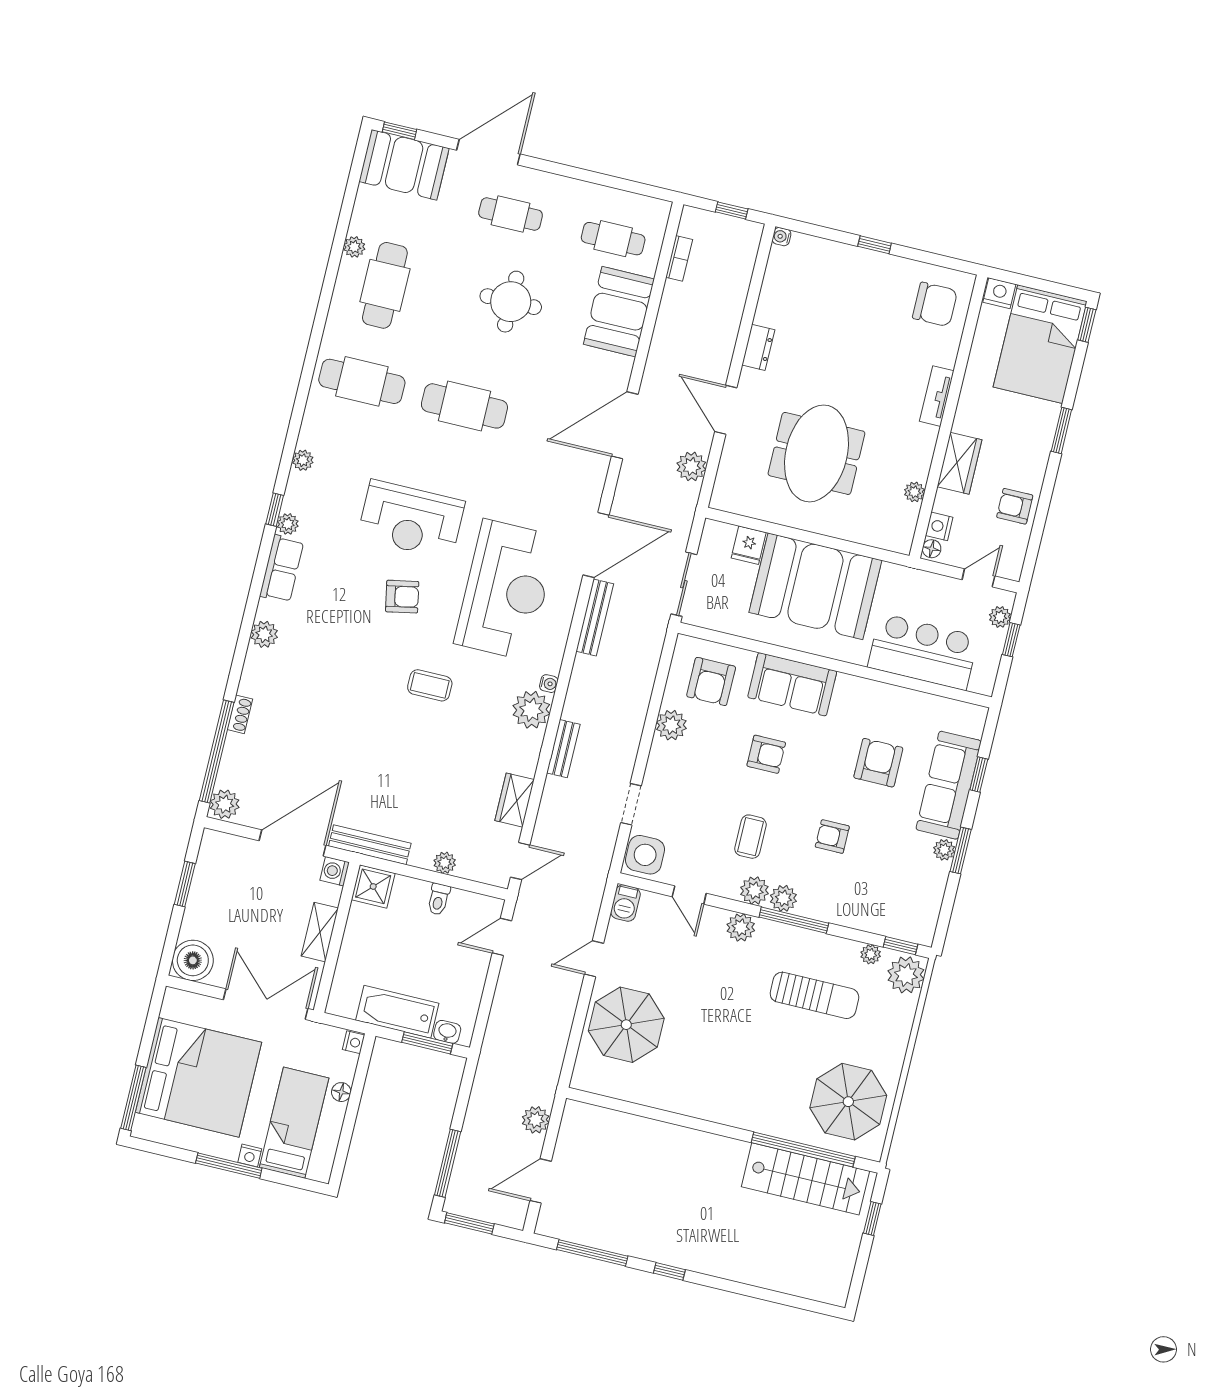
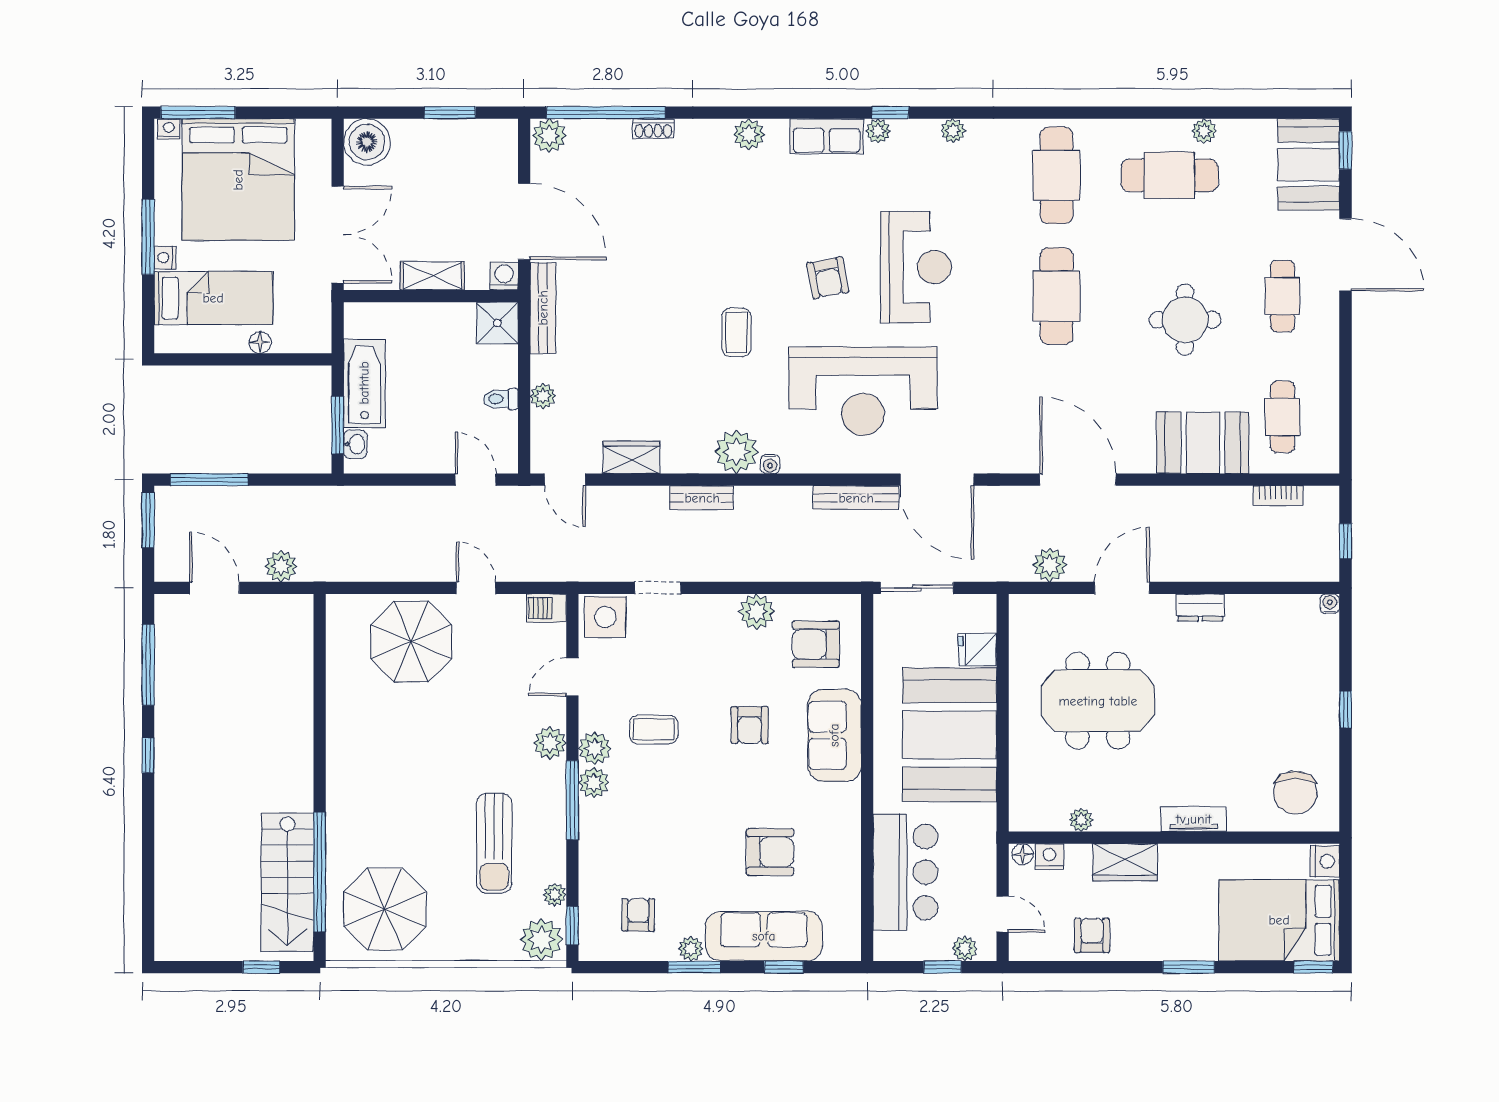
reception desk: (411, 520) -> (916, 267), turned 180
armchair: (832, 837) -> (638, 915), moved
nightstand: (354, 1042) -> (169, 129), moved, turned 180

